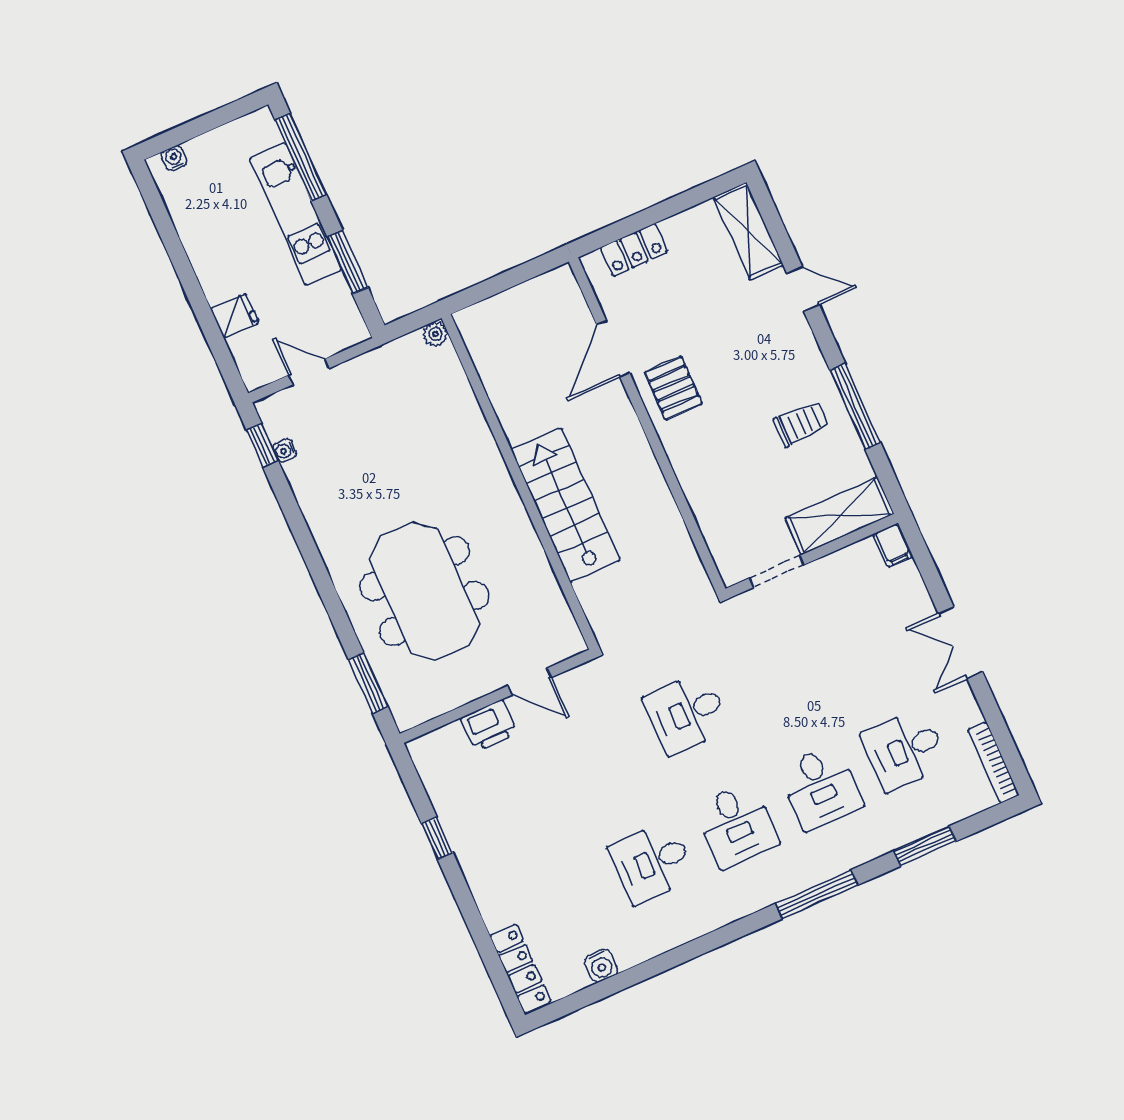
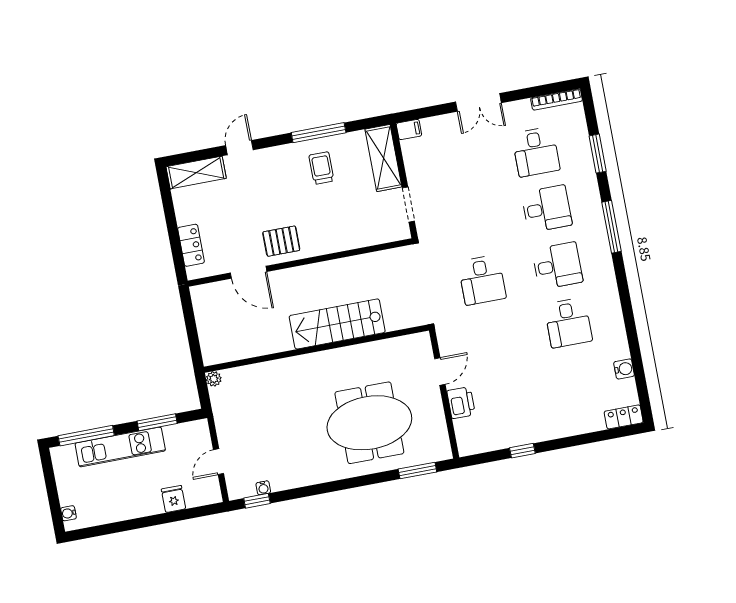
locker: (520, 969) -> (624, 417), width x0.66

